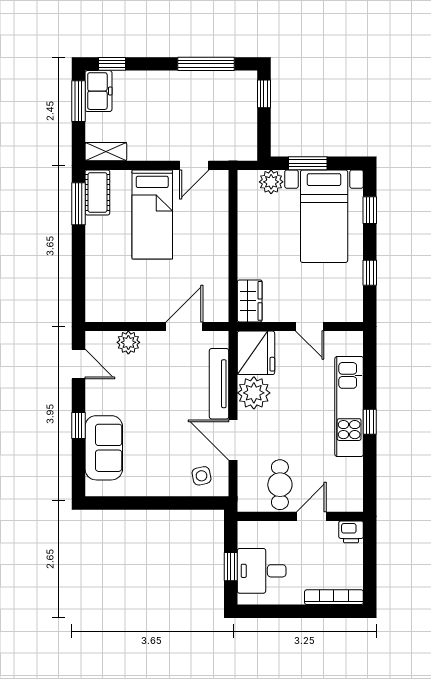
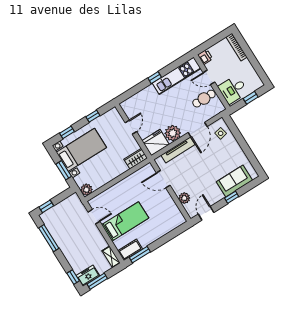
plant: (271, 182) -> (86, 190), moved
kitchen unit: (349, 406) -> (177, 76), moved
desk: (262, 571) -> (233, 89), moved, turned 90

